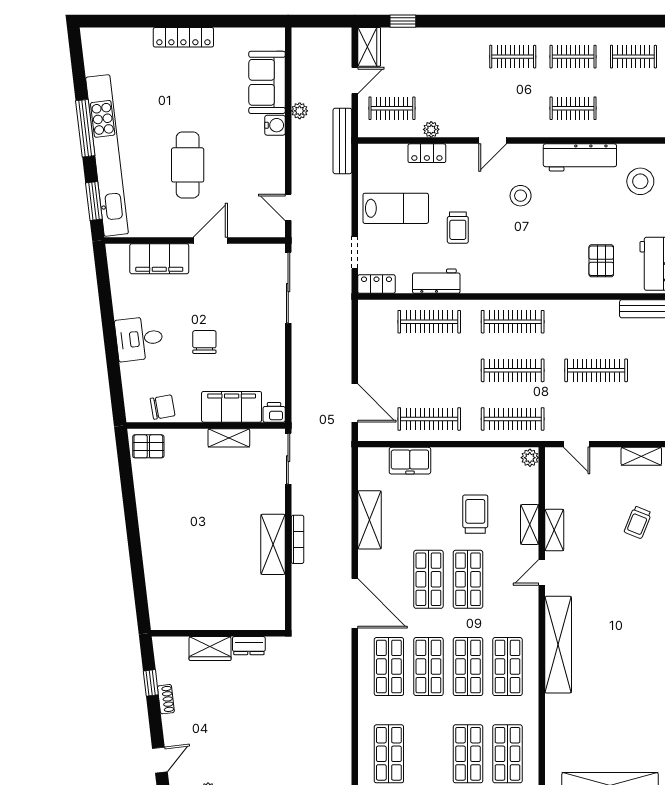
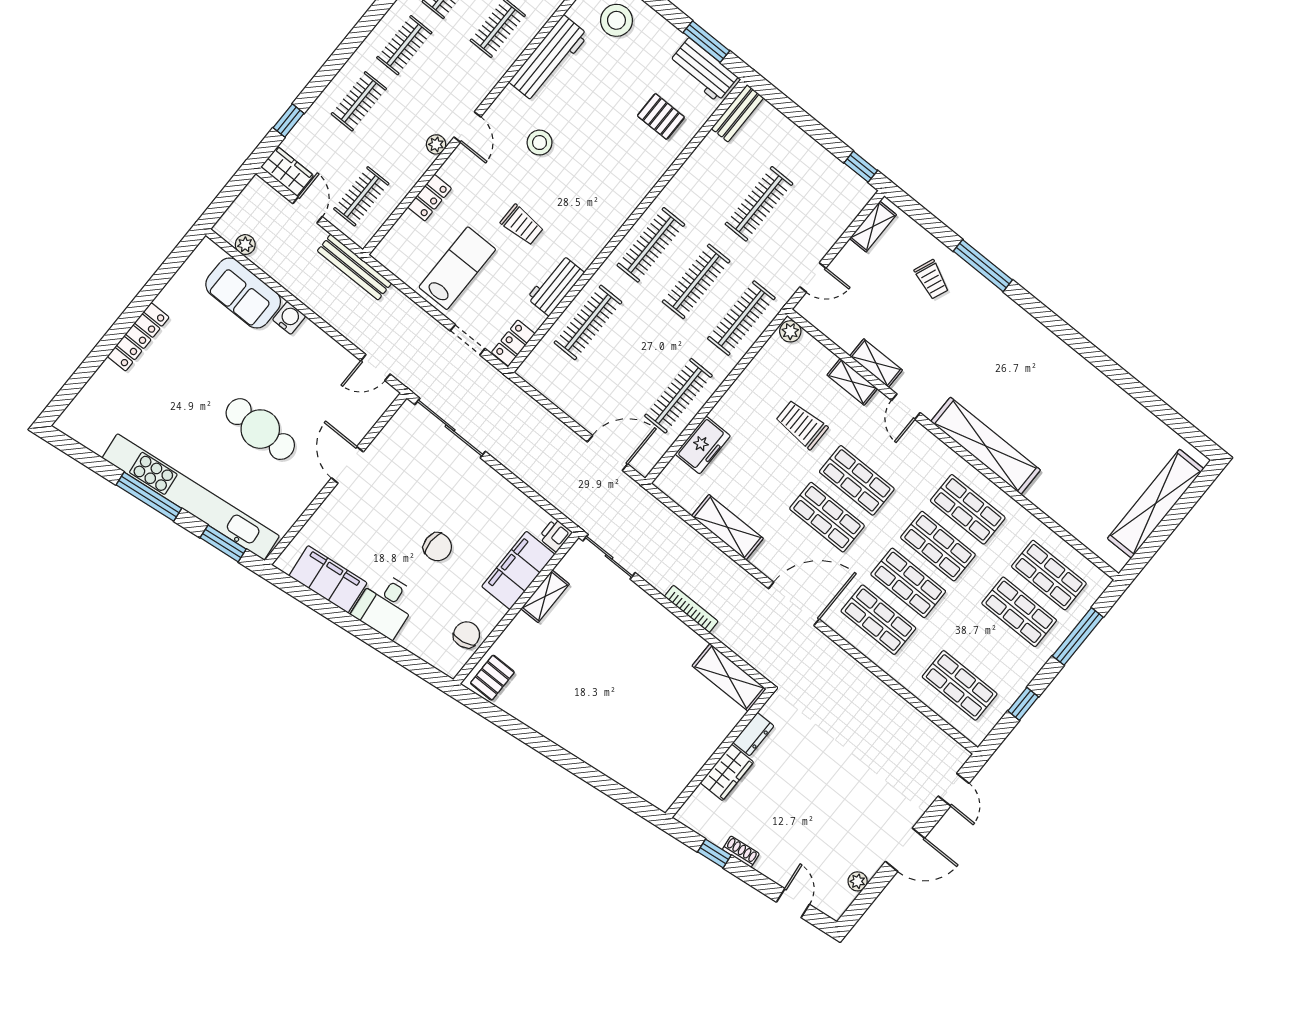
clothes rail: (452, 57) -> (359, 101), added
plant: (300, 111) -> (245, 245), moved
plant: (431, 129) -> (436, 144), moved
filing cabinet: (159, 259) -> (328, 579), moved, turned -97
chair: (204, 342) -> (438, 547), turned 180
shelving: (273, 544) -> (729, 677), moved

